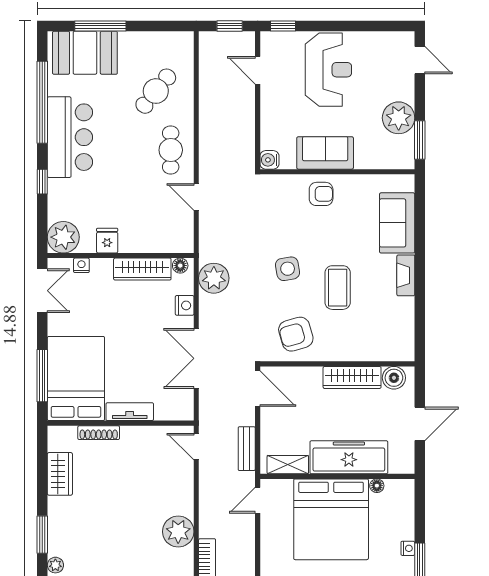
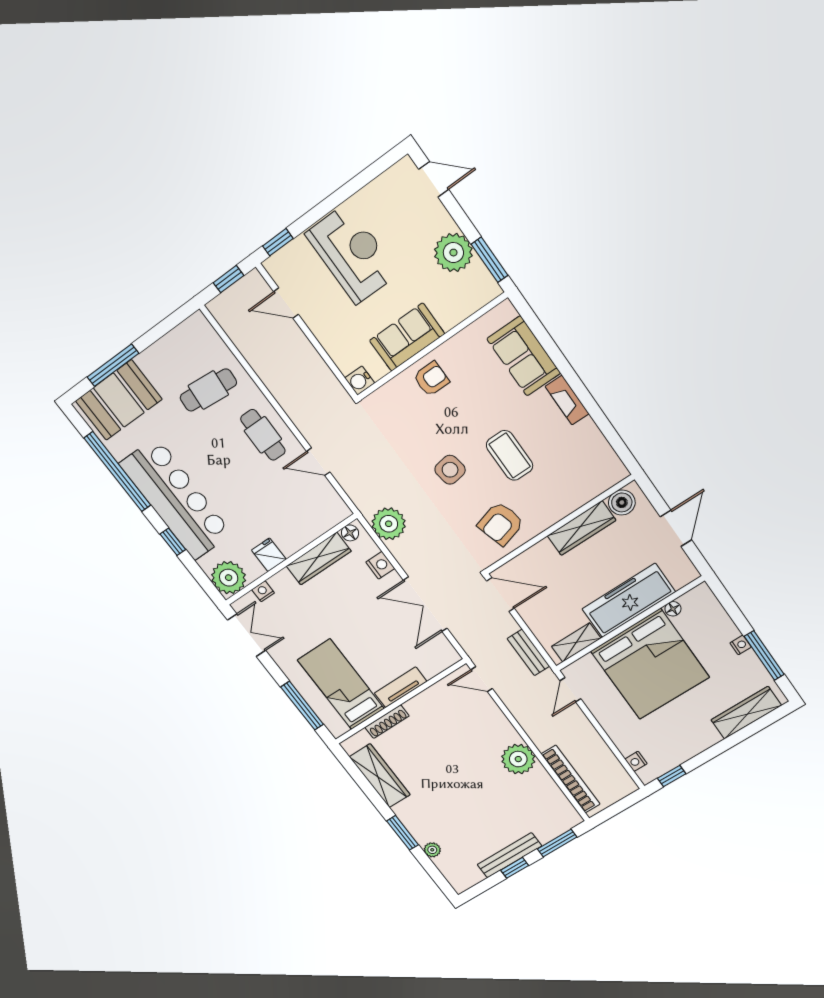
cafe table: (156, 91) -> (208, 390), turned 56
bar counter: (70, 137) -> (176, 499), width x1.36
bed: (76, 379) -> (341, 684), width x0.67
wardrobe: (60, 474) -> (380, 776), width x1.50

